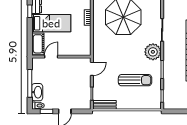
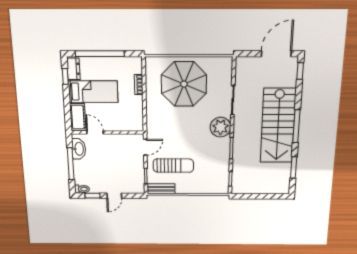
door: (51, 57) -> (95, 132), hinge flipped
sun lounger: (135, 80) -> (173, 166), moved
washbasin: (37, 92) -> (79, 149), moved

